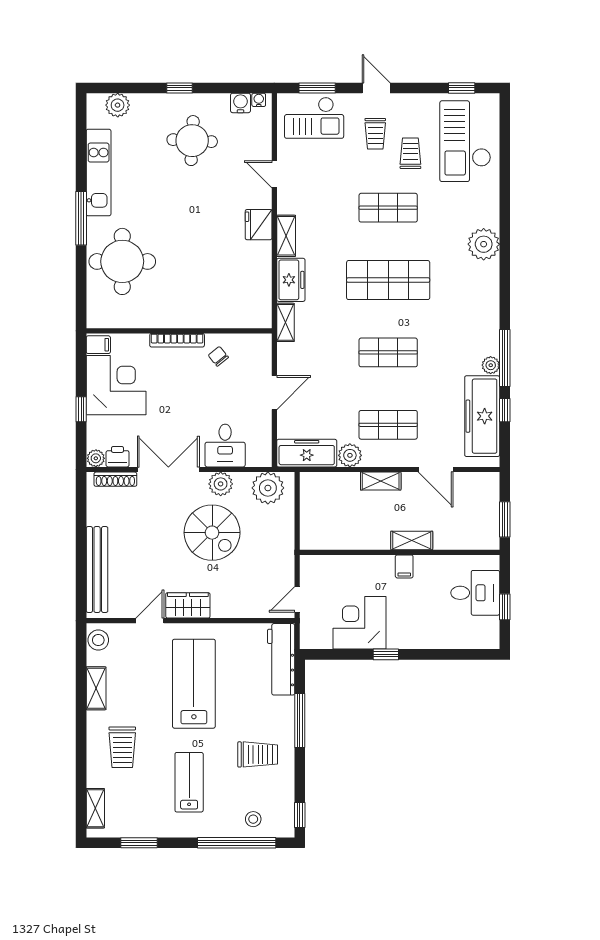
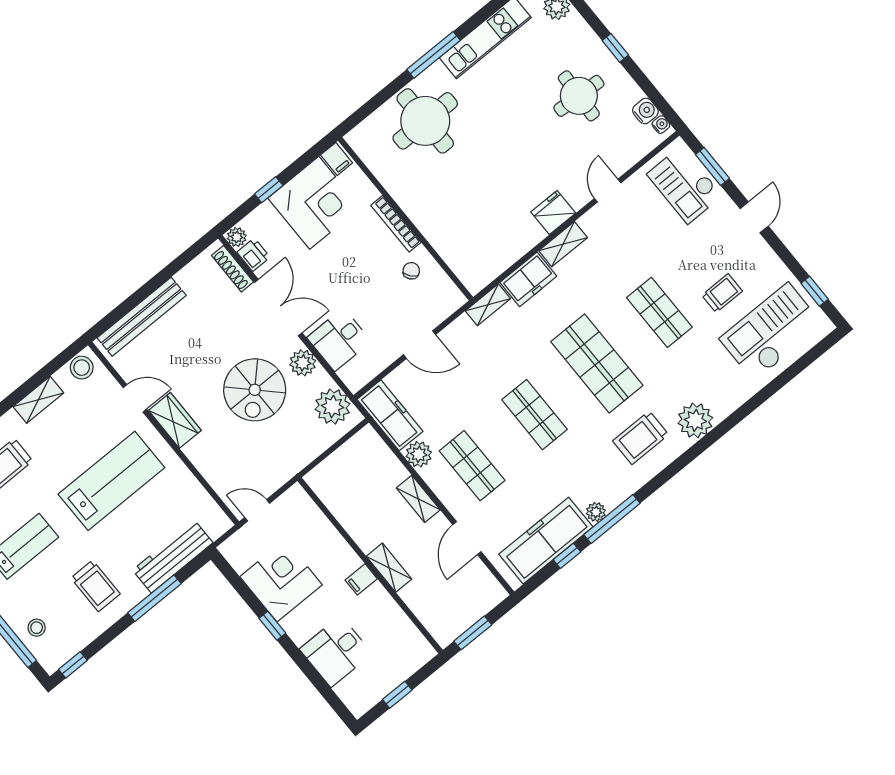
trolley: (375, 134) -> (641, 438), moved, width x1.36, depth x1.39
desk: (475, 593) -> (336, 651), moved, turned 90
workbench: (281, 659) -> (173, 556), moved

